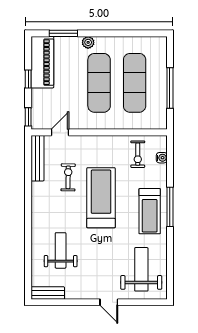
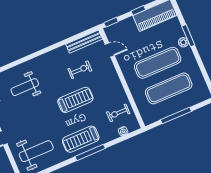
window: (63, 33) -> (188, 36), moved
treadmill: (101, 198) -> (75, 100), width x0.73, depth x0.73
weight bench: (61, 250) -> (25, 87), turned 180

